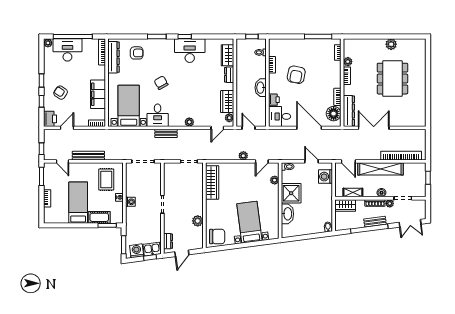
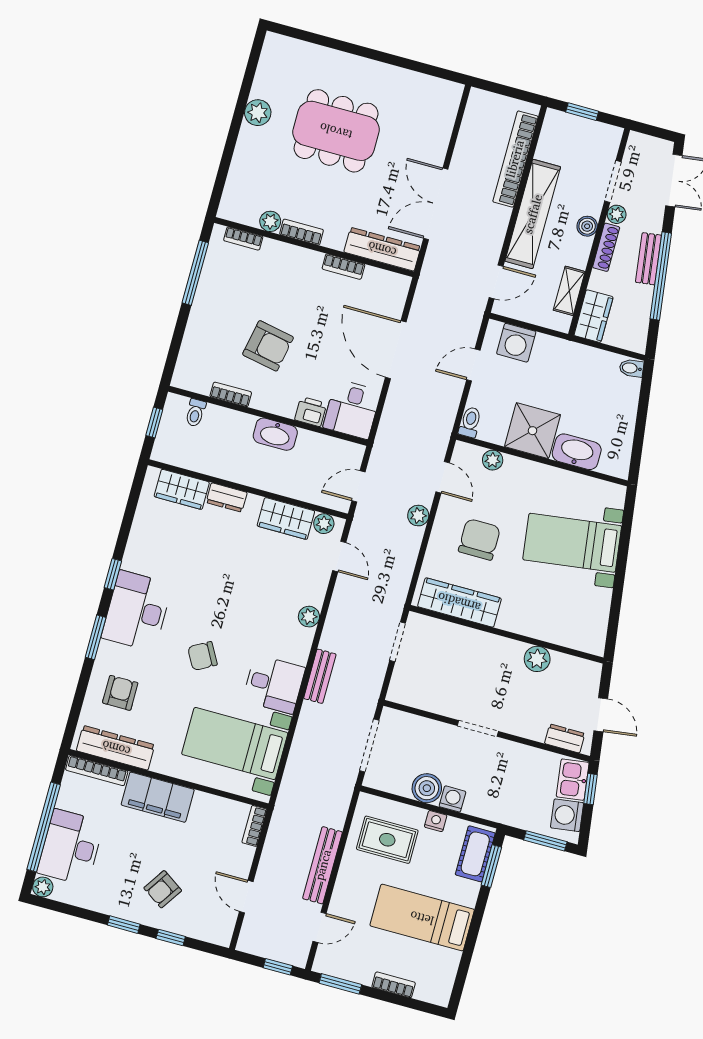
desk: (190, 51) -> (137, 611), moved
filing cabinet: (98, 94) -> (158, 797), moved
floor lamp: (334, 114) -> (379, 286), removed
printer: (50, 119) -> (216, 929), removed
door: (309, 128) -> (396, 350), hinge flipped
boiler: (132, 190) -> (427, 788), added
cot: (99, 217) -> (475, 854), moved
chair: (217, 237) -> (479, 539), moved

